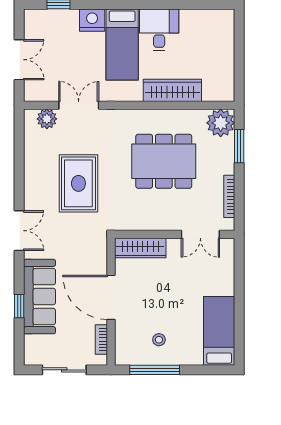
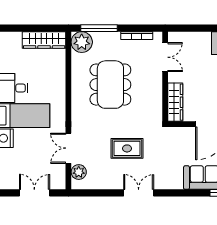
wardrobe: (172, 90) -> (44, 40), moved, turned -90
window: (239, 146) -> (99, 28), width x1.44
rug: (78, 183) -> (127, 148), width x0.73, depth x0.70
double door: (19, 231) -> (139, 193), moved

